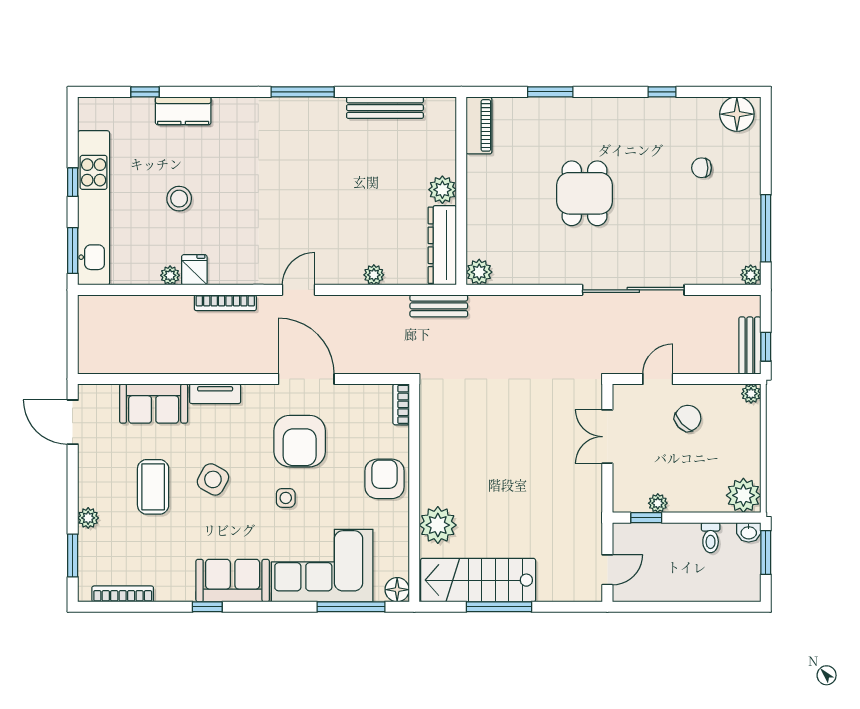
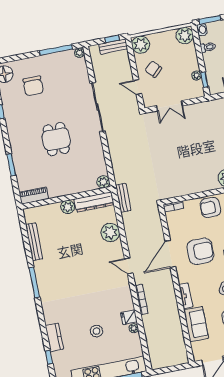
chair: (702, 168) -> (33, 86), width x1.87, depth x1.87
dining table: (584, 193) -> (56, 139), turned 90
plant: (374, 275) -> (110, 232), width x1.88, depth x1.88
plant: (751, 394) -> (141, 45), width x1.87, depth x1.87

